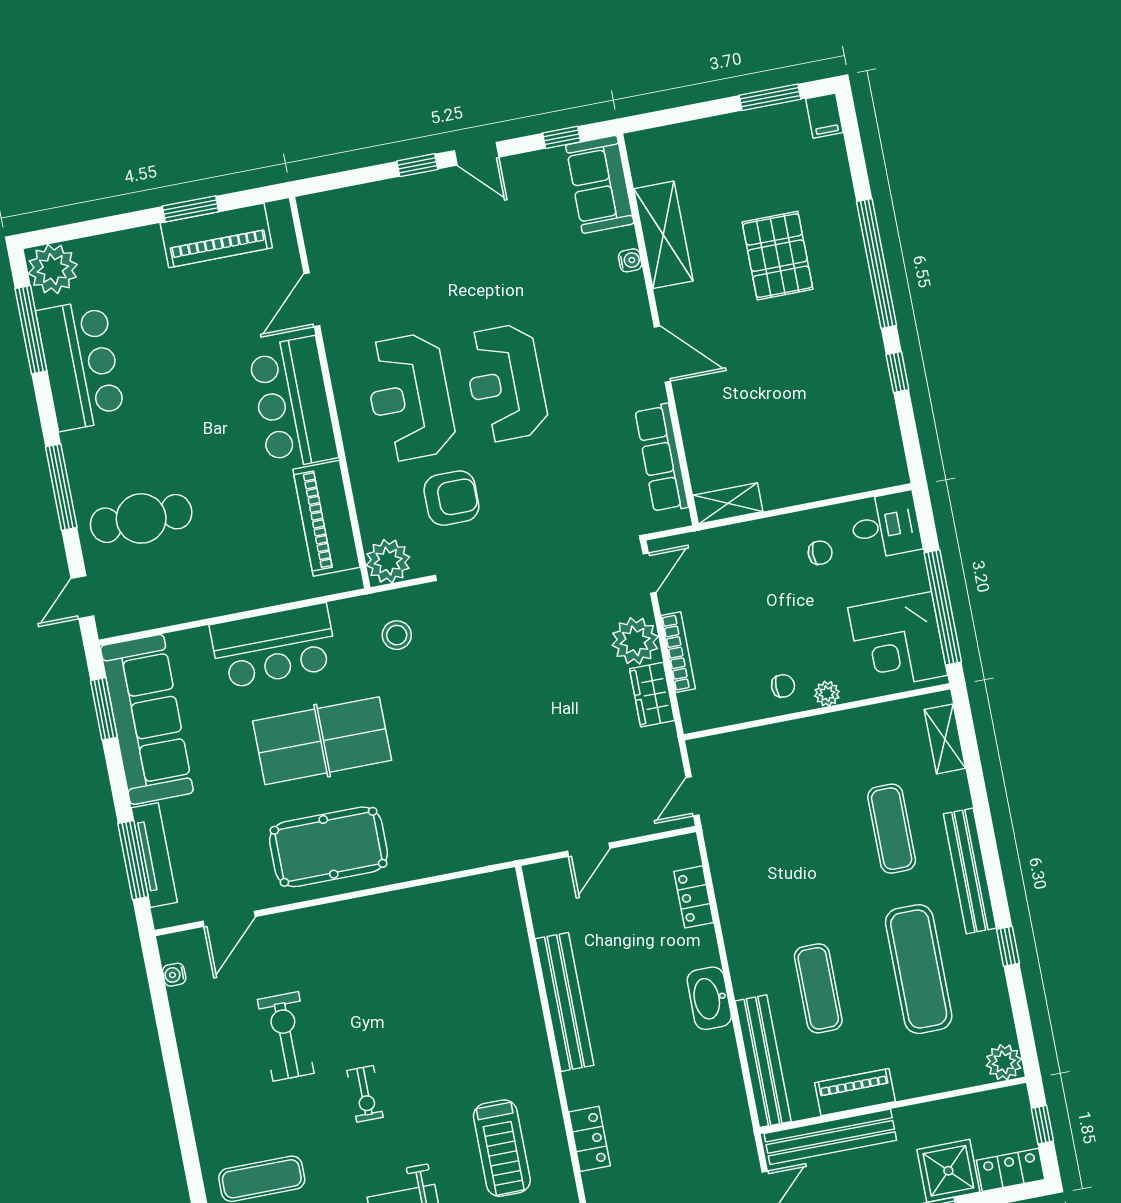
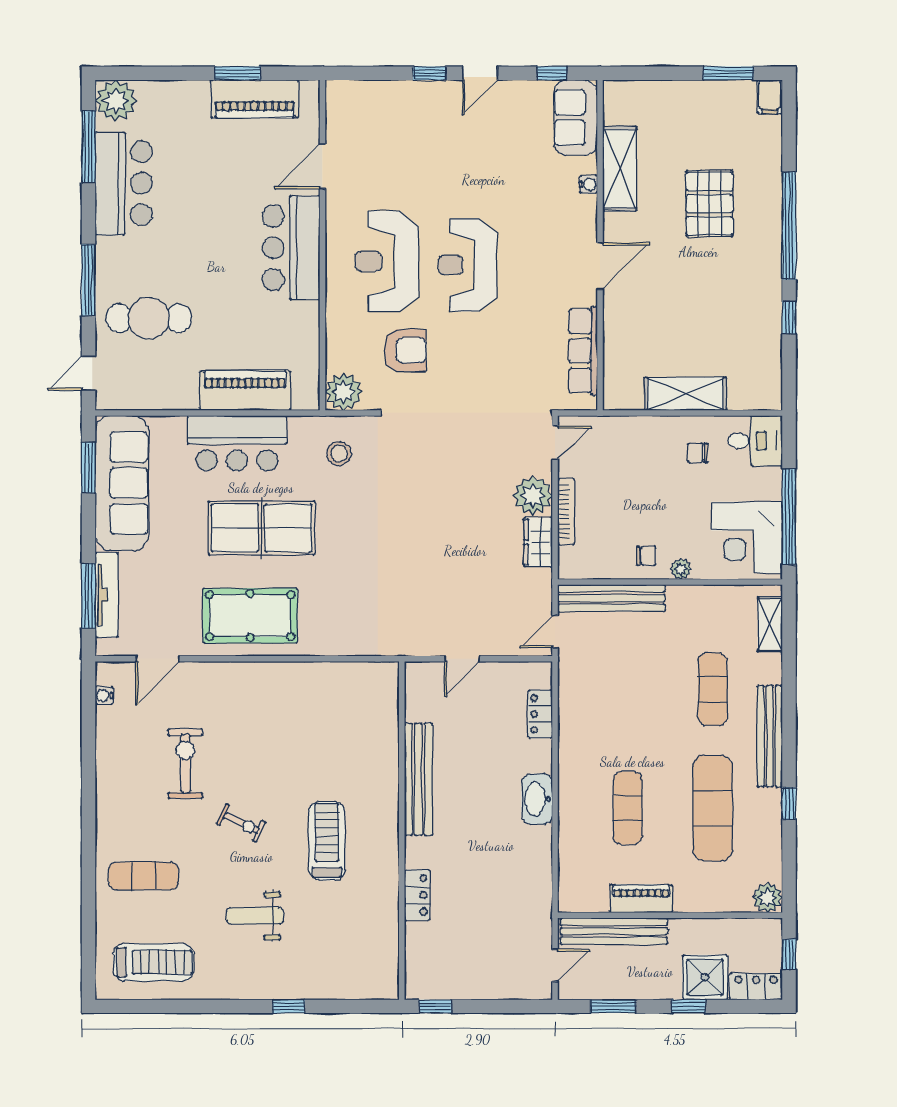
door: (477, 154) -> (480, 73), hinge flipped
door: (662, 354) -> (600, 266), hinge flipped
shelving: (728, 503) -> (685, 394), moved, width x1.50, depth x1.33
piano: (326, 518) -> (245, 391), moved, turned 90
chair: (820, 553) -> (698, 453), turned 180
bench: (763, 1061) -> (611, 598), moved, turned 90
exercise bike: (365, 1094) -> (241, 823), turned -65
treadmill: (502, 1148) -> (327, 841), moved, turned 180

